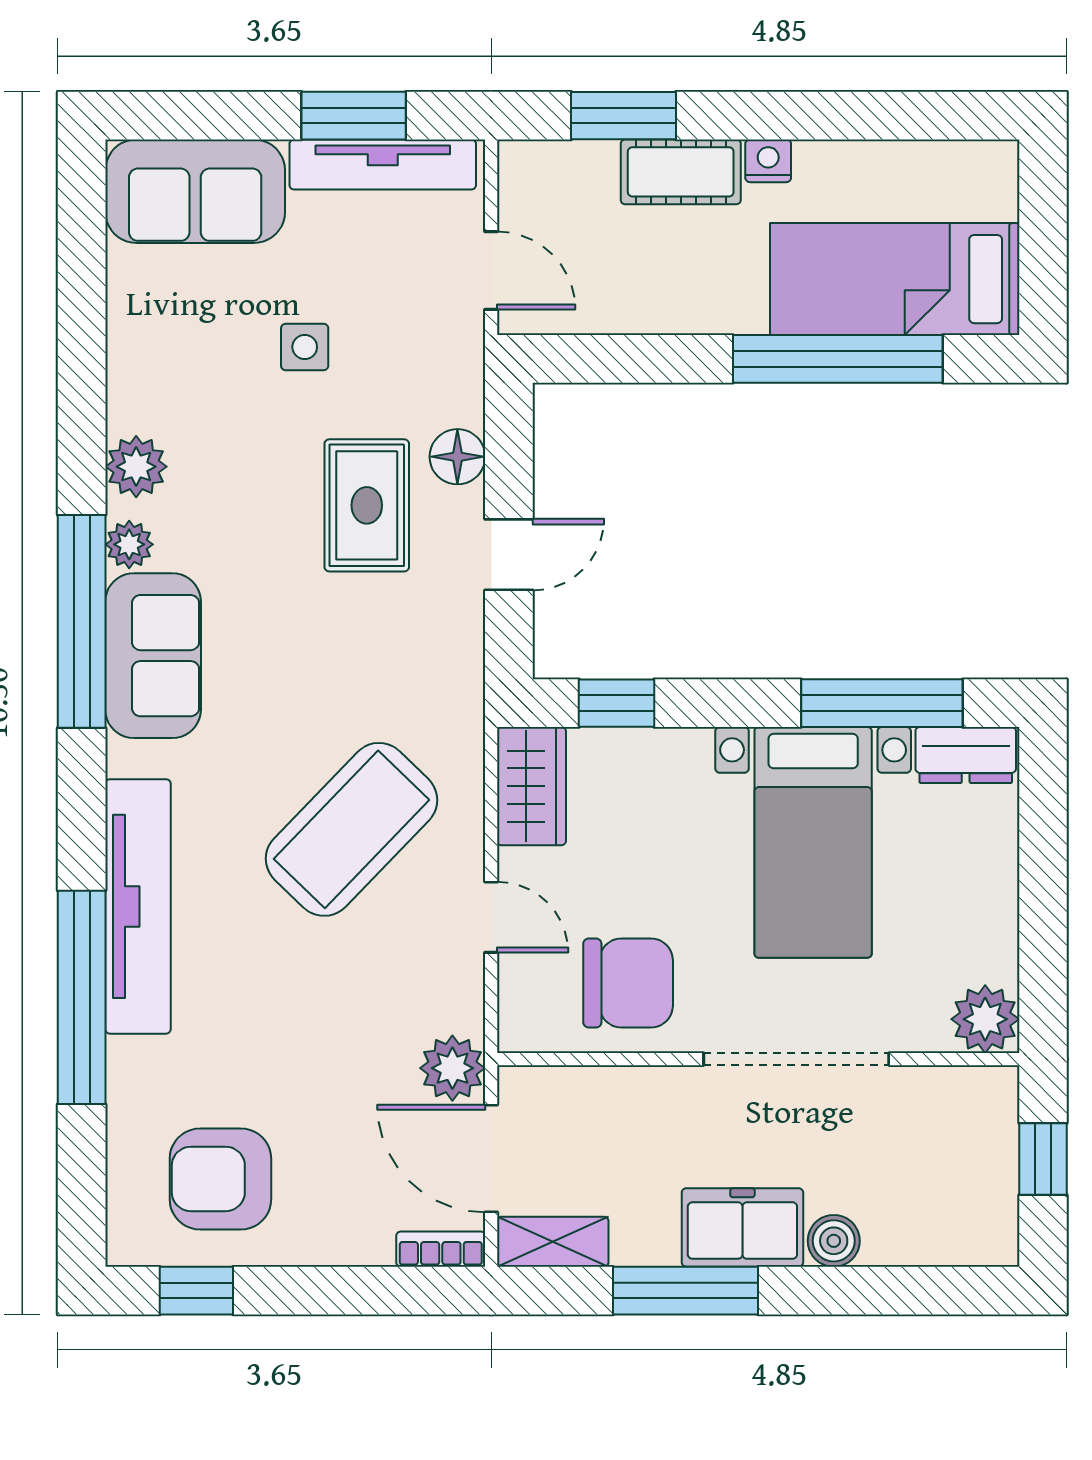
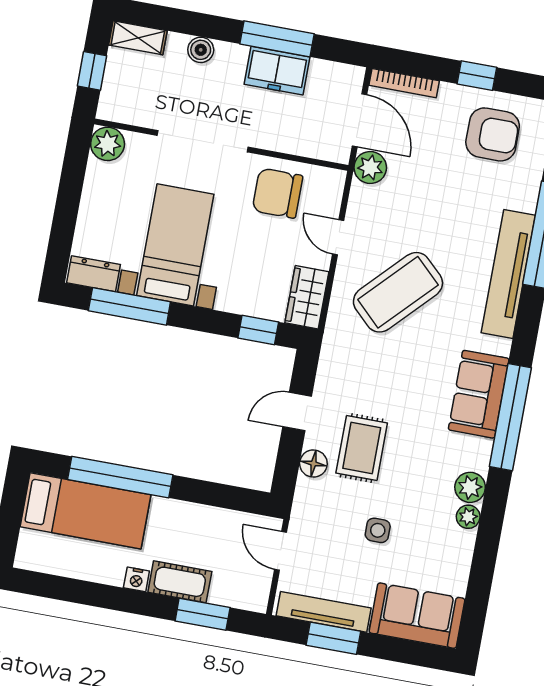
plant: (129, 544) -> (468, 517), moved
freezer: (742, 1227) -> (277, 71), moved
shelving: (553, 1242) -> (138, 38), moved
bookcase: (441, 1249) -> (404, 83), width x1.56
window: (196, 1291) -> (477, 76), moved

